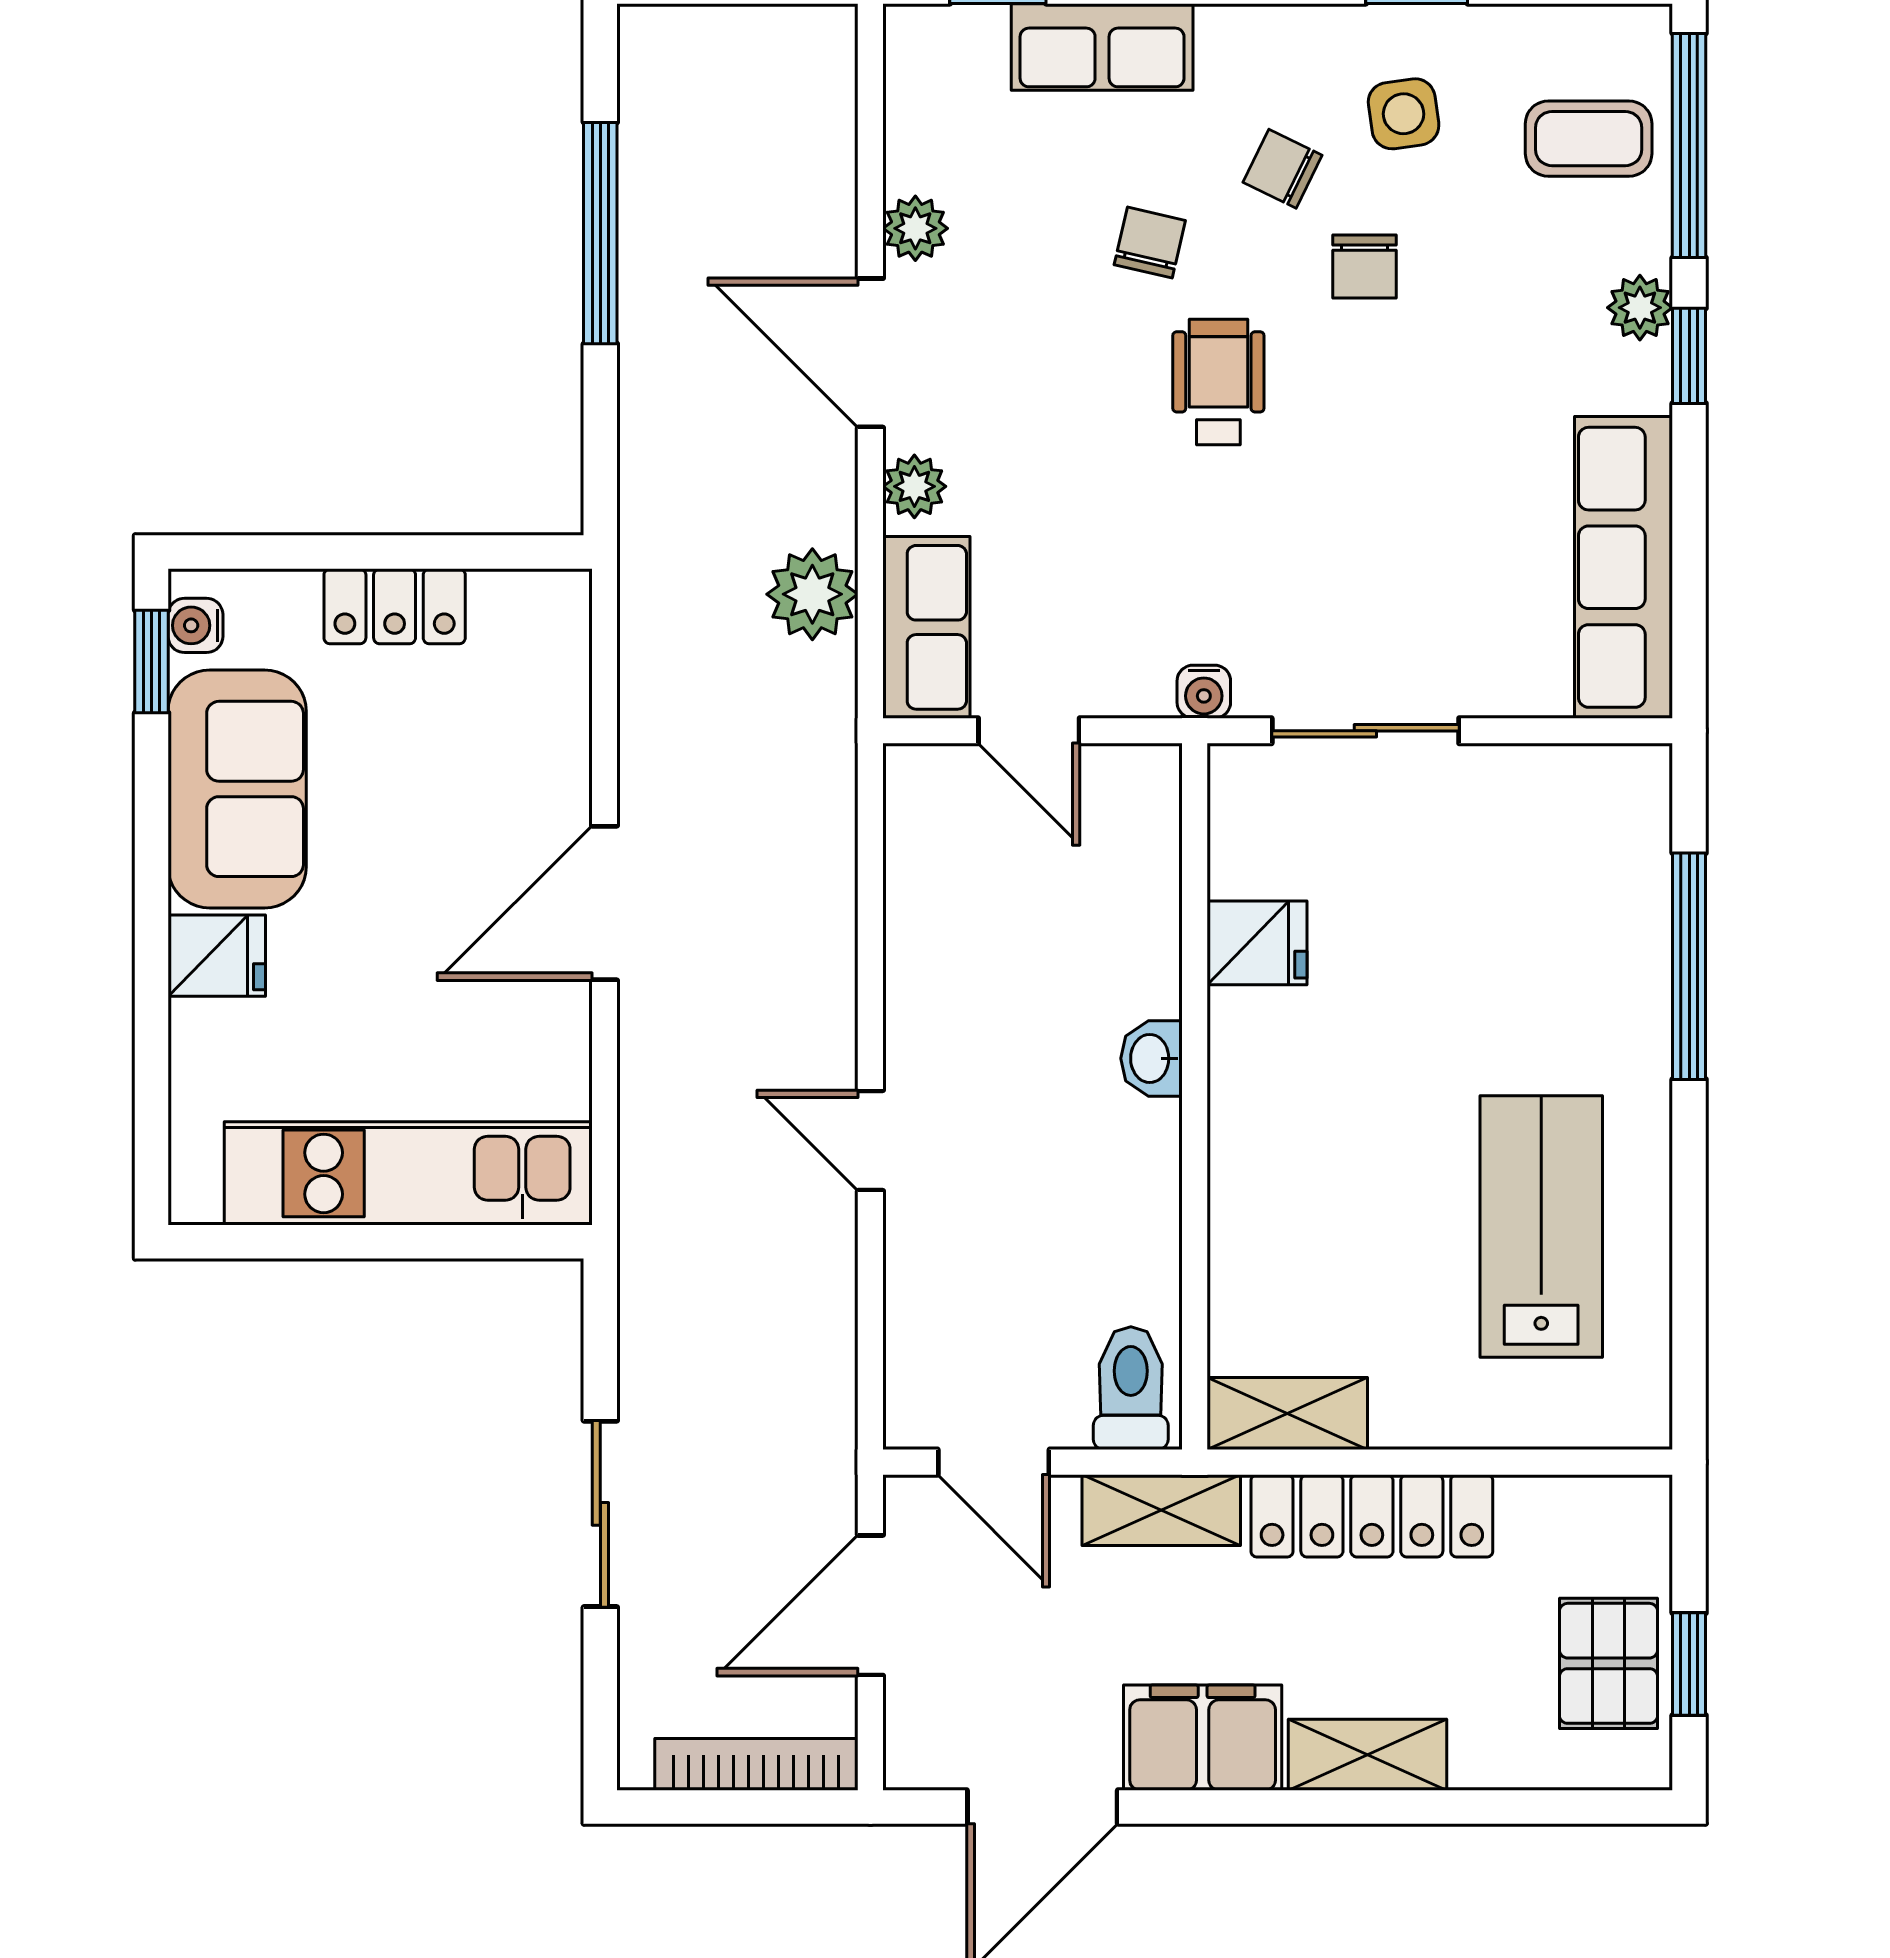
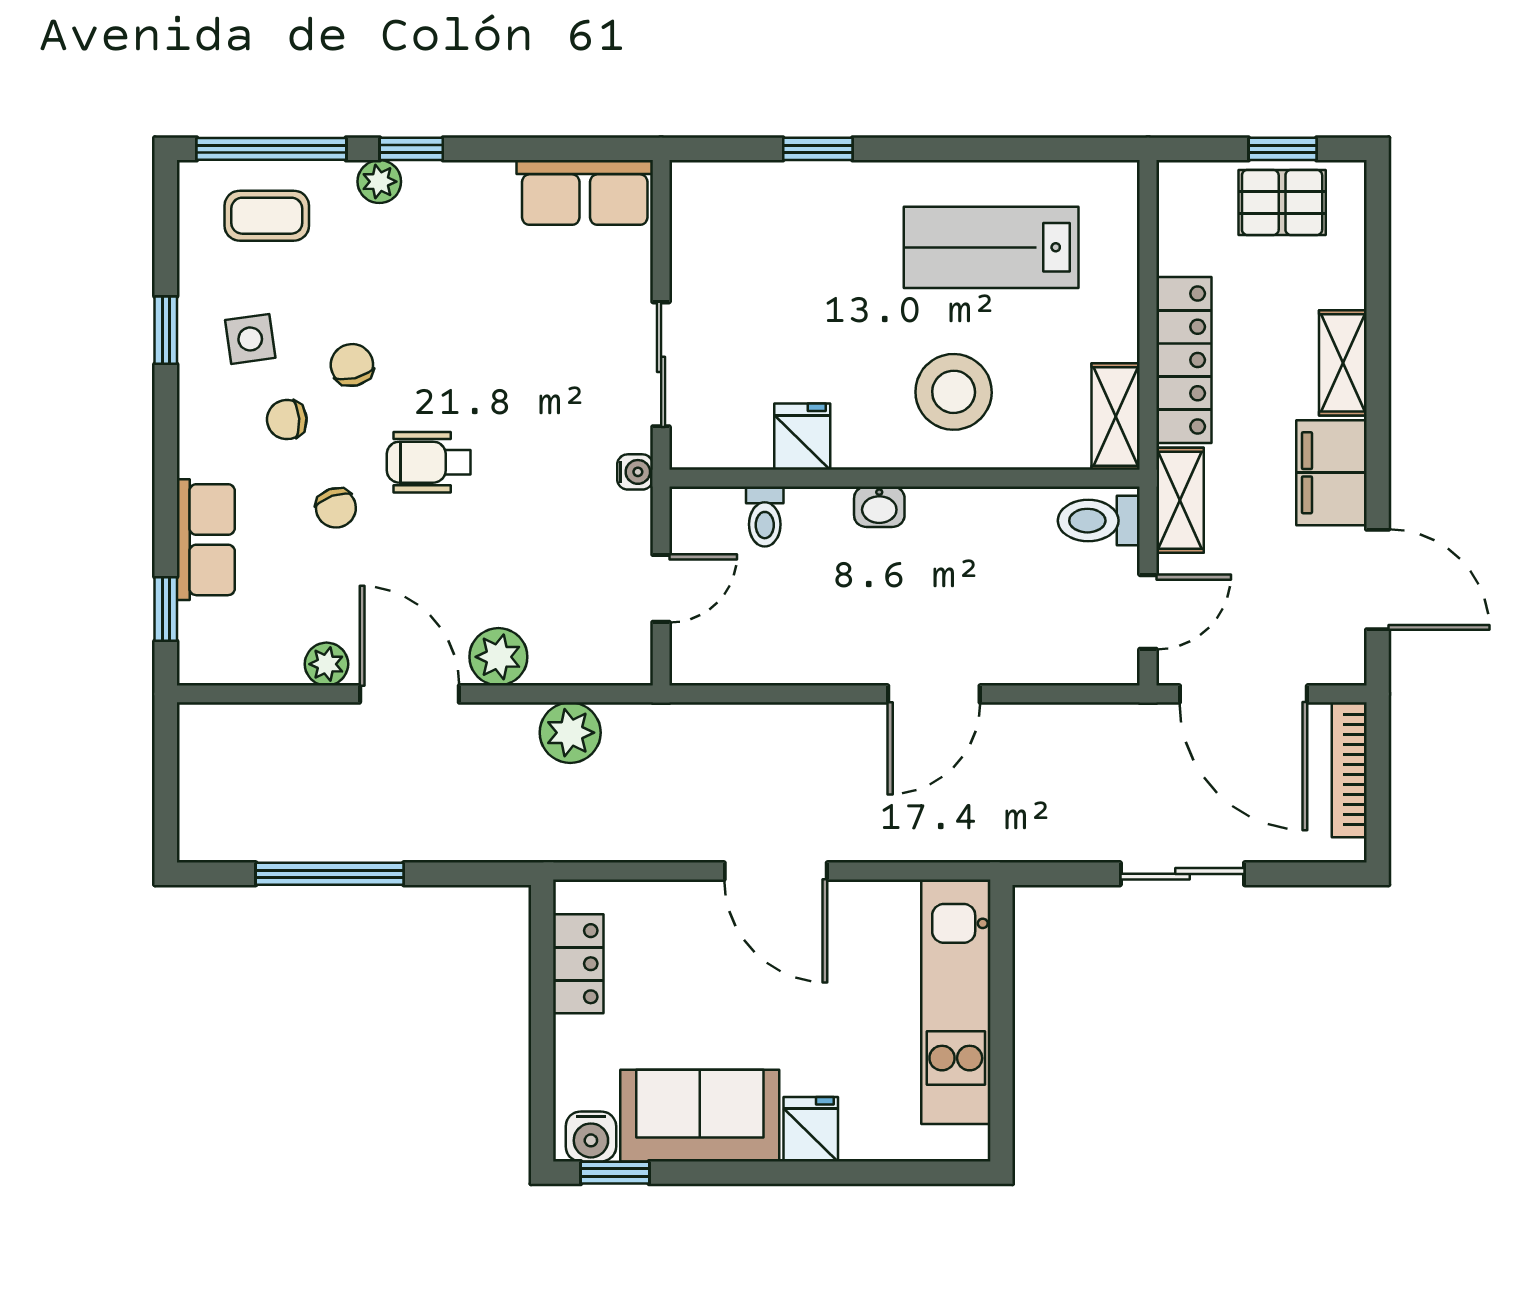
coffee table: (1589, 139) -> (267, 216), turned 90
chair: (1282, 169) -> (287, 420), turned 60
chair: (1150, 243) -> (336, 508), turned -122
chair: (1364, 267) -> (352, 365), turned -104
door: (870, 353) -> (409, 694), swing flipped
plant: (914, 486) -> (498, 657), width x1.38, depth x1.38
row of seats: (1624, 567) -> (585, 192), width x0.68
locker: (395, 606) -> (578, 964), moved
water cooler: (195, 625) -> (591, 1136), width x1.38, depth x1.38
row of seats: (926, 627) -> (592, 657), removed
toilet: (1137, 886) -> (765, 517), added
window: (1689, 966) -> (818, 149), width x0.46
door: (870, 1141) -> (934, 694), width x1.38
stool: (1324, 1170) -> (954, 392), added
door: (870, 1605) -> (1243, 694), width x1.36

